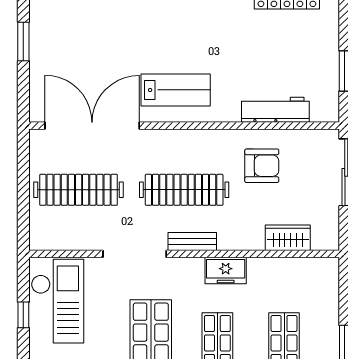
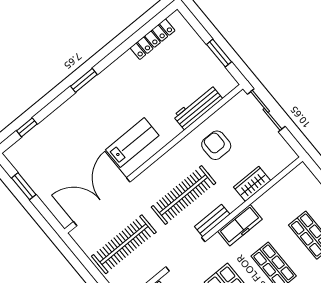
armchair: (262, 166) -> (216, 145), turned -90
wardrobe: (288, 238) -> (252, 184), moved
freezer: (226, 271) -> (240, 225), width x1.40

